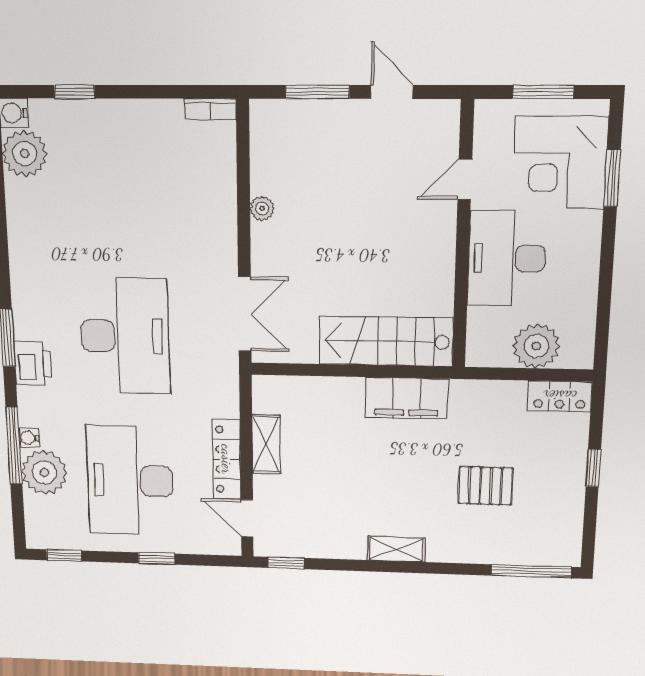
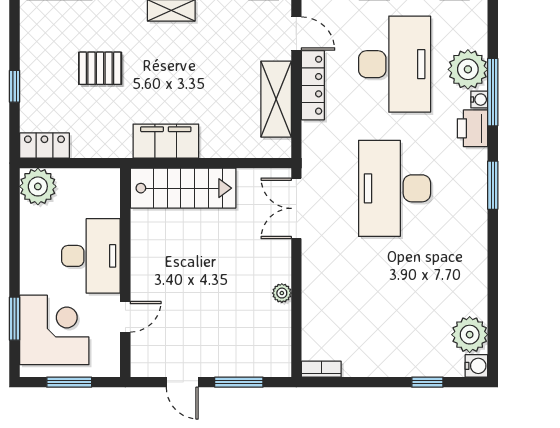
plant: (536, 346) -> (38, 186), moved
printer: (33, 363) -> (473, 128), moved
shelving: (266, 444) -> (276, 99), width x1.50, depth x1.33

